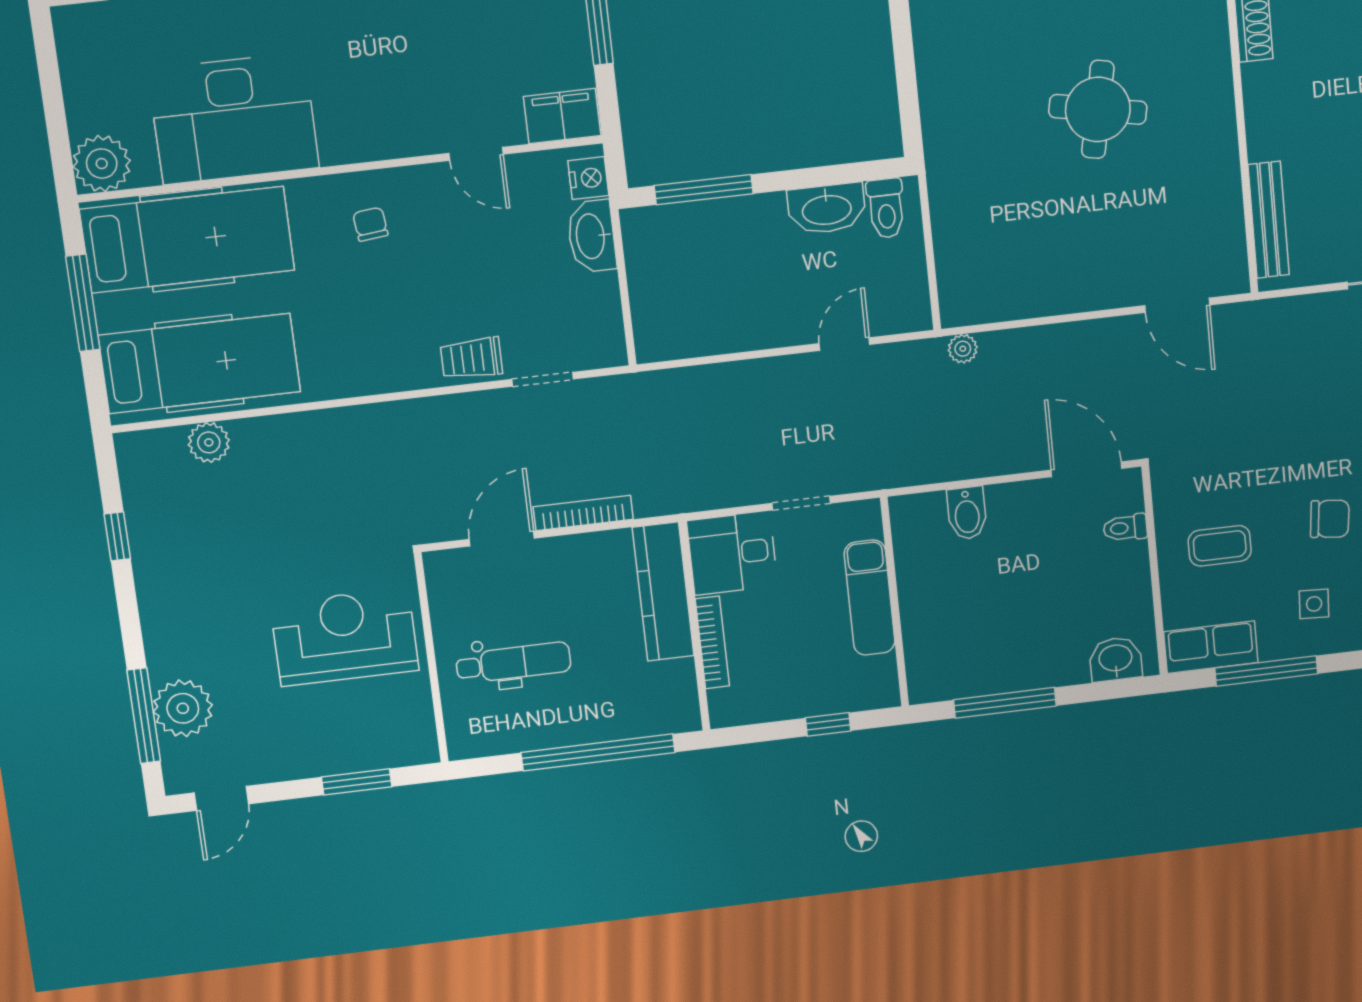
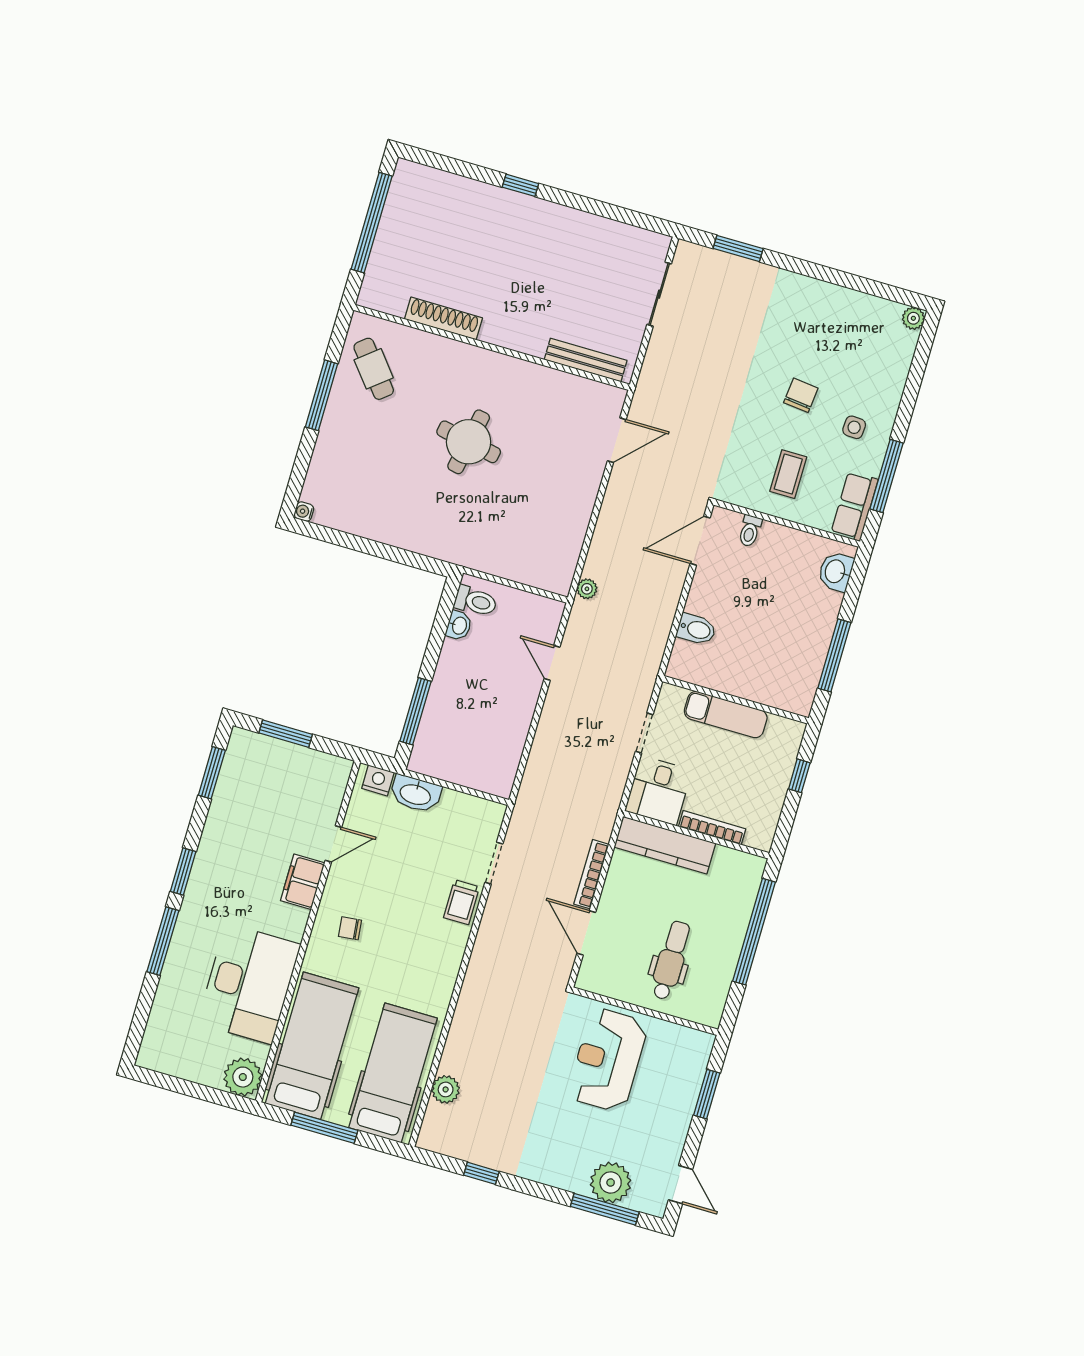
filing cabinet: (562, 116) -> (303, 882), moved
washbasin: (827, 209) -> (459, 626), width x0.52, depth x0.69

